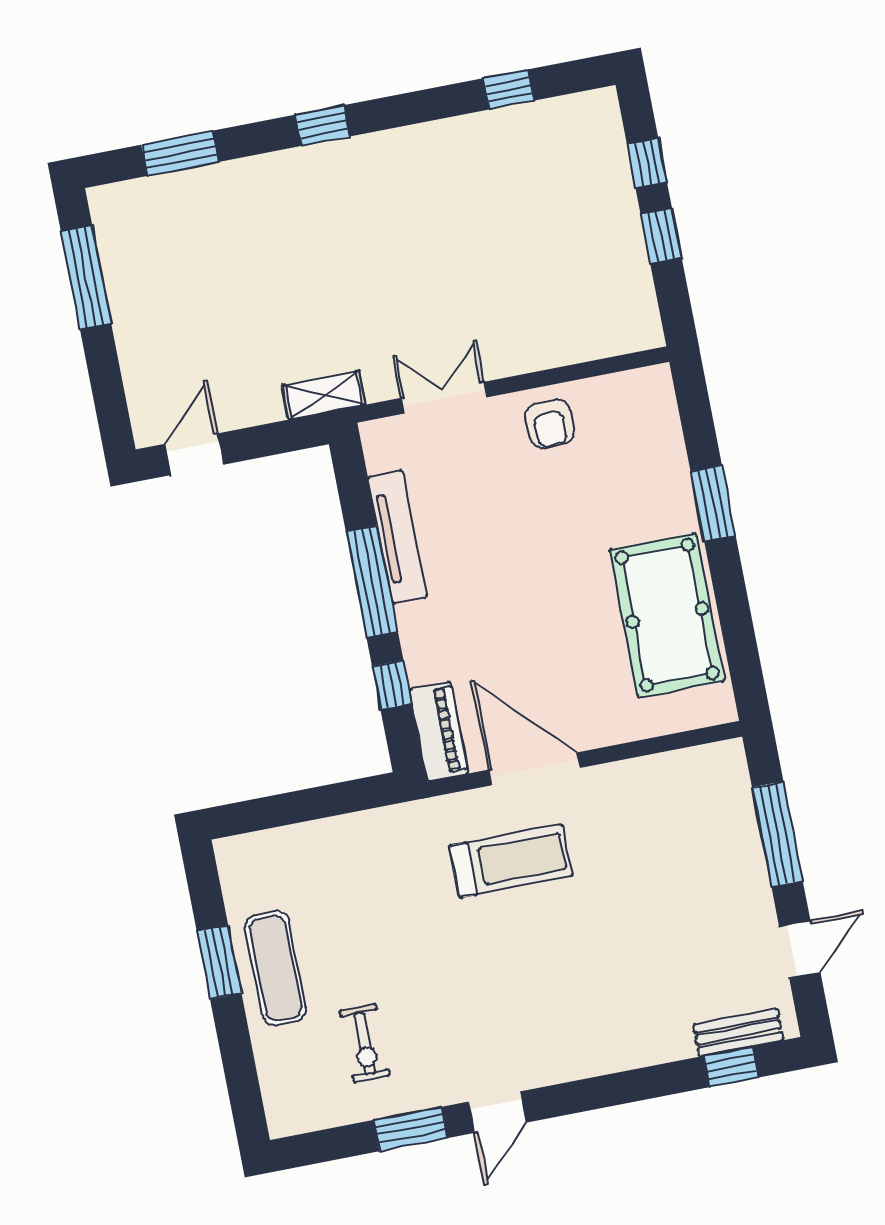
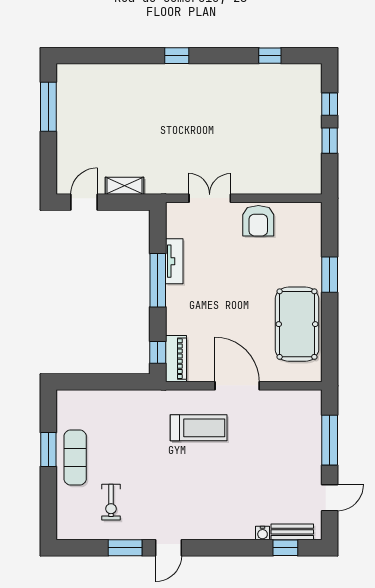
window: (180, 153) -> (105, 56), removed
shelving: (324, 395) -> (125, 186), moved
armchair: (550, 424) -> (258, 221), width x1.38, depth x1.38
tv unit: (397, 537) -> (174, 261), width x0.71
window: (392, 685) -> (158, 352), moved
door: (534, 769) -> (237, 386), moved
water cooler: (679, 1046) -> (263, 533), added

